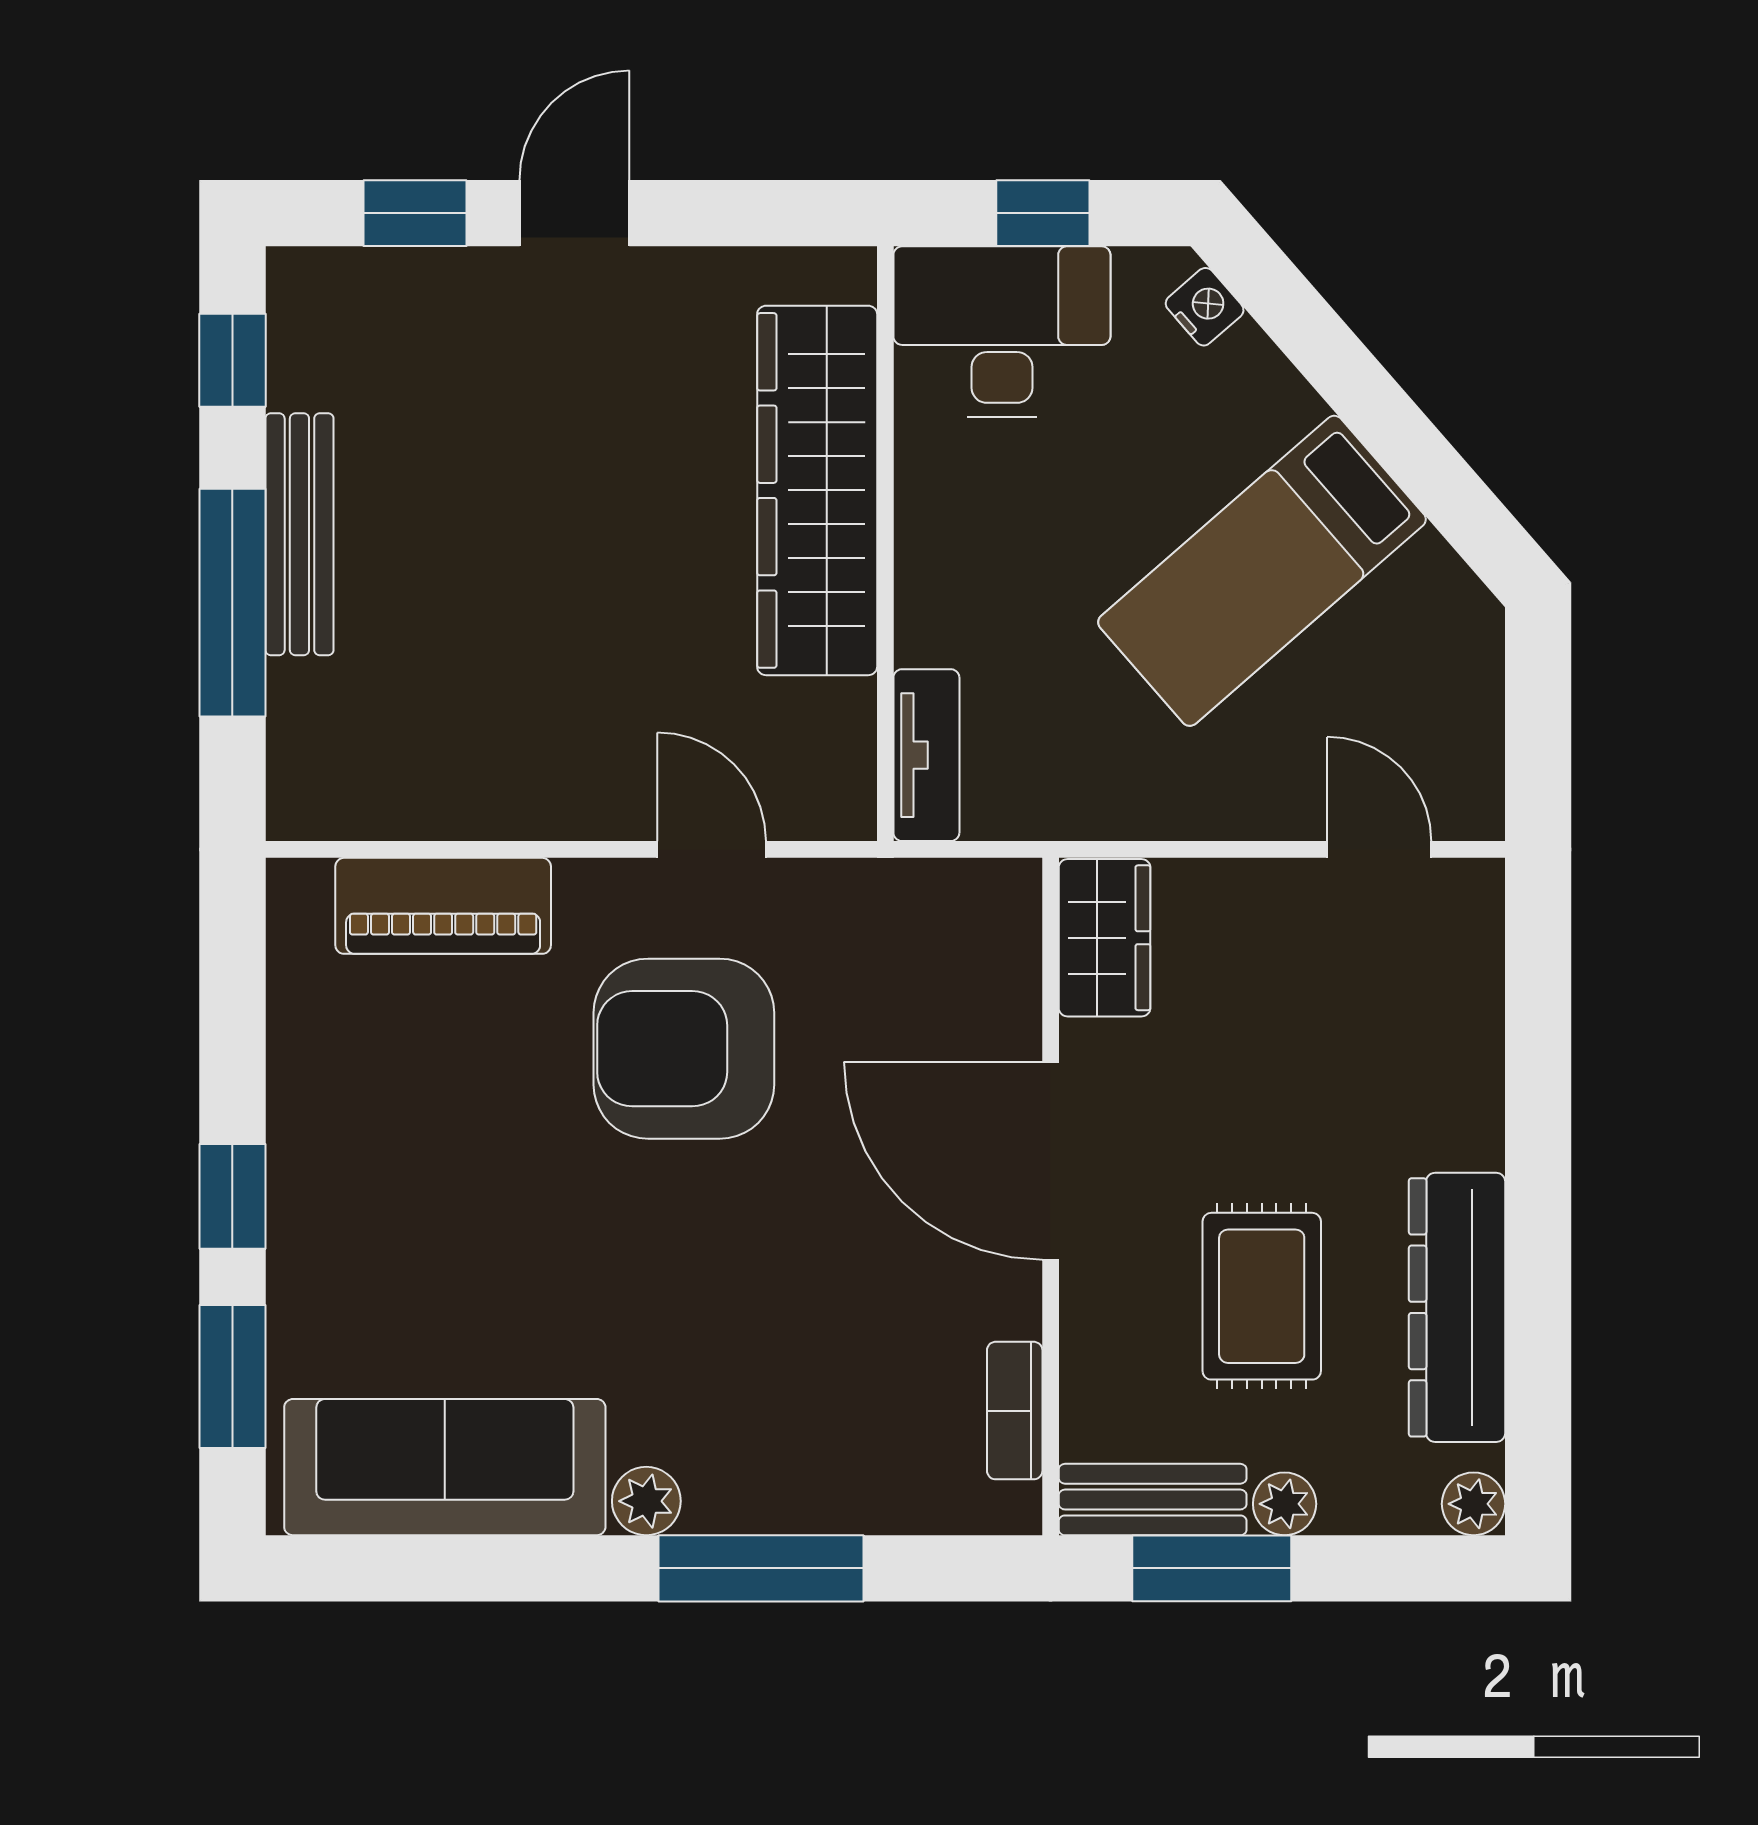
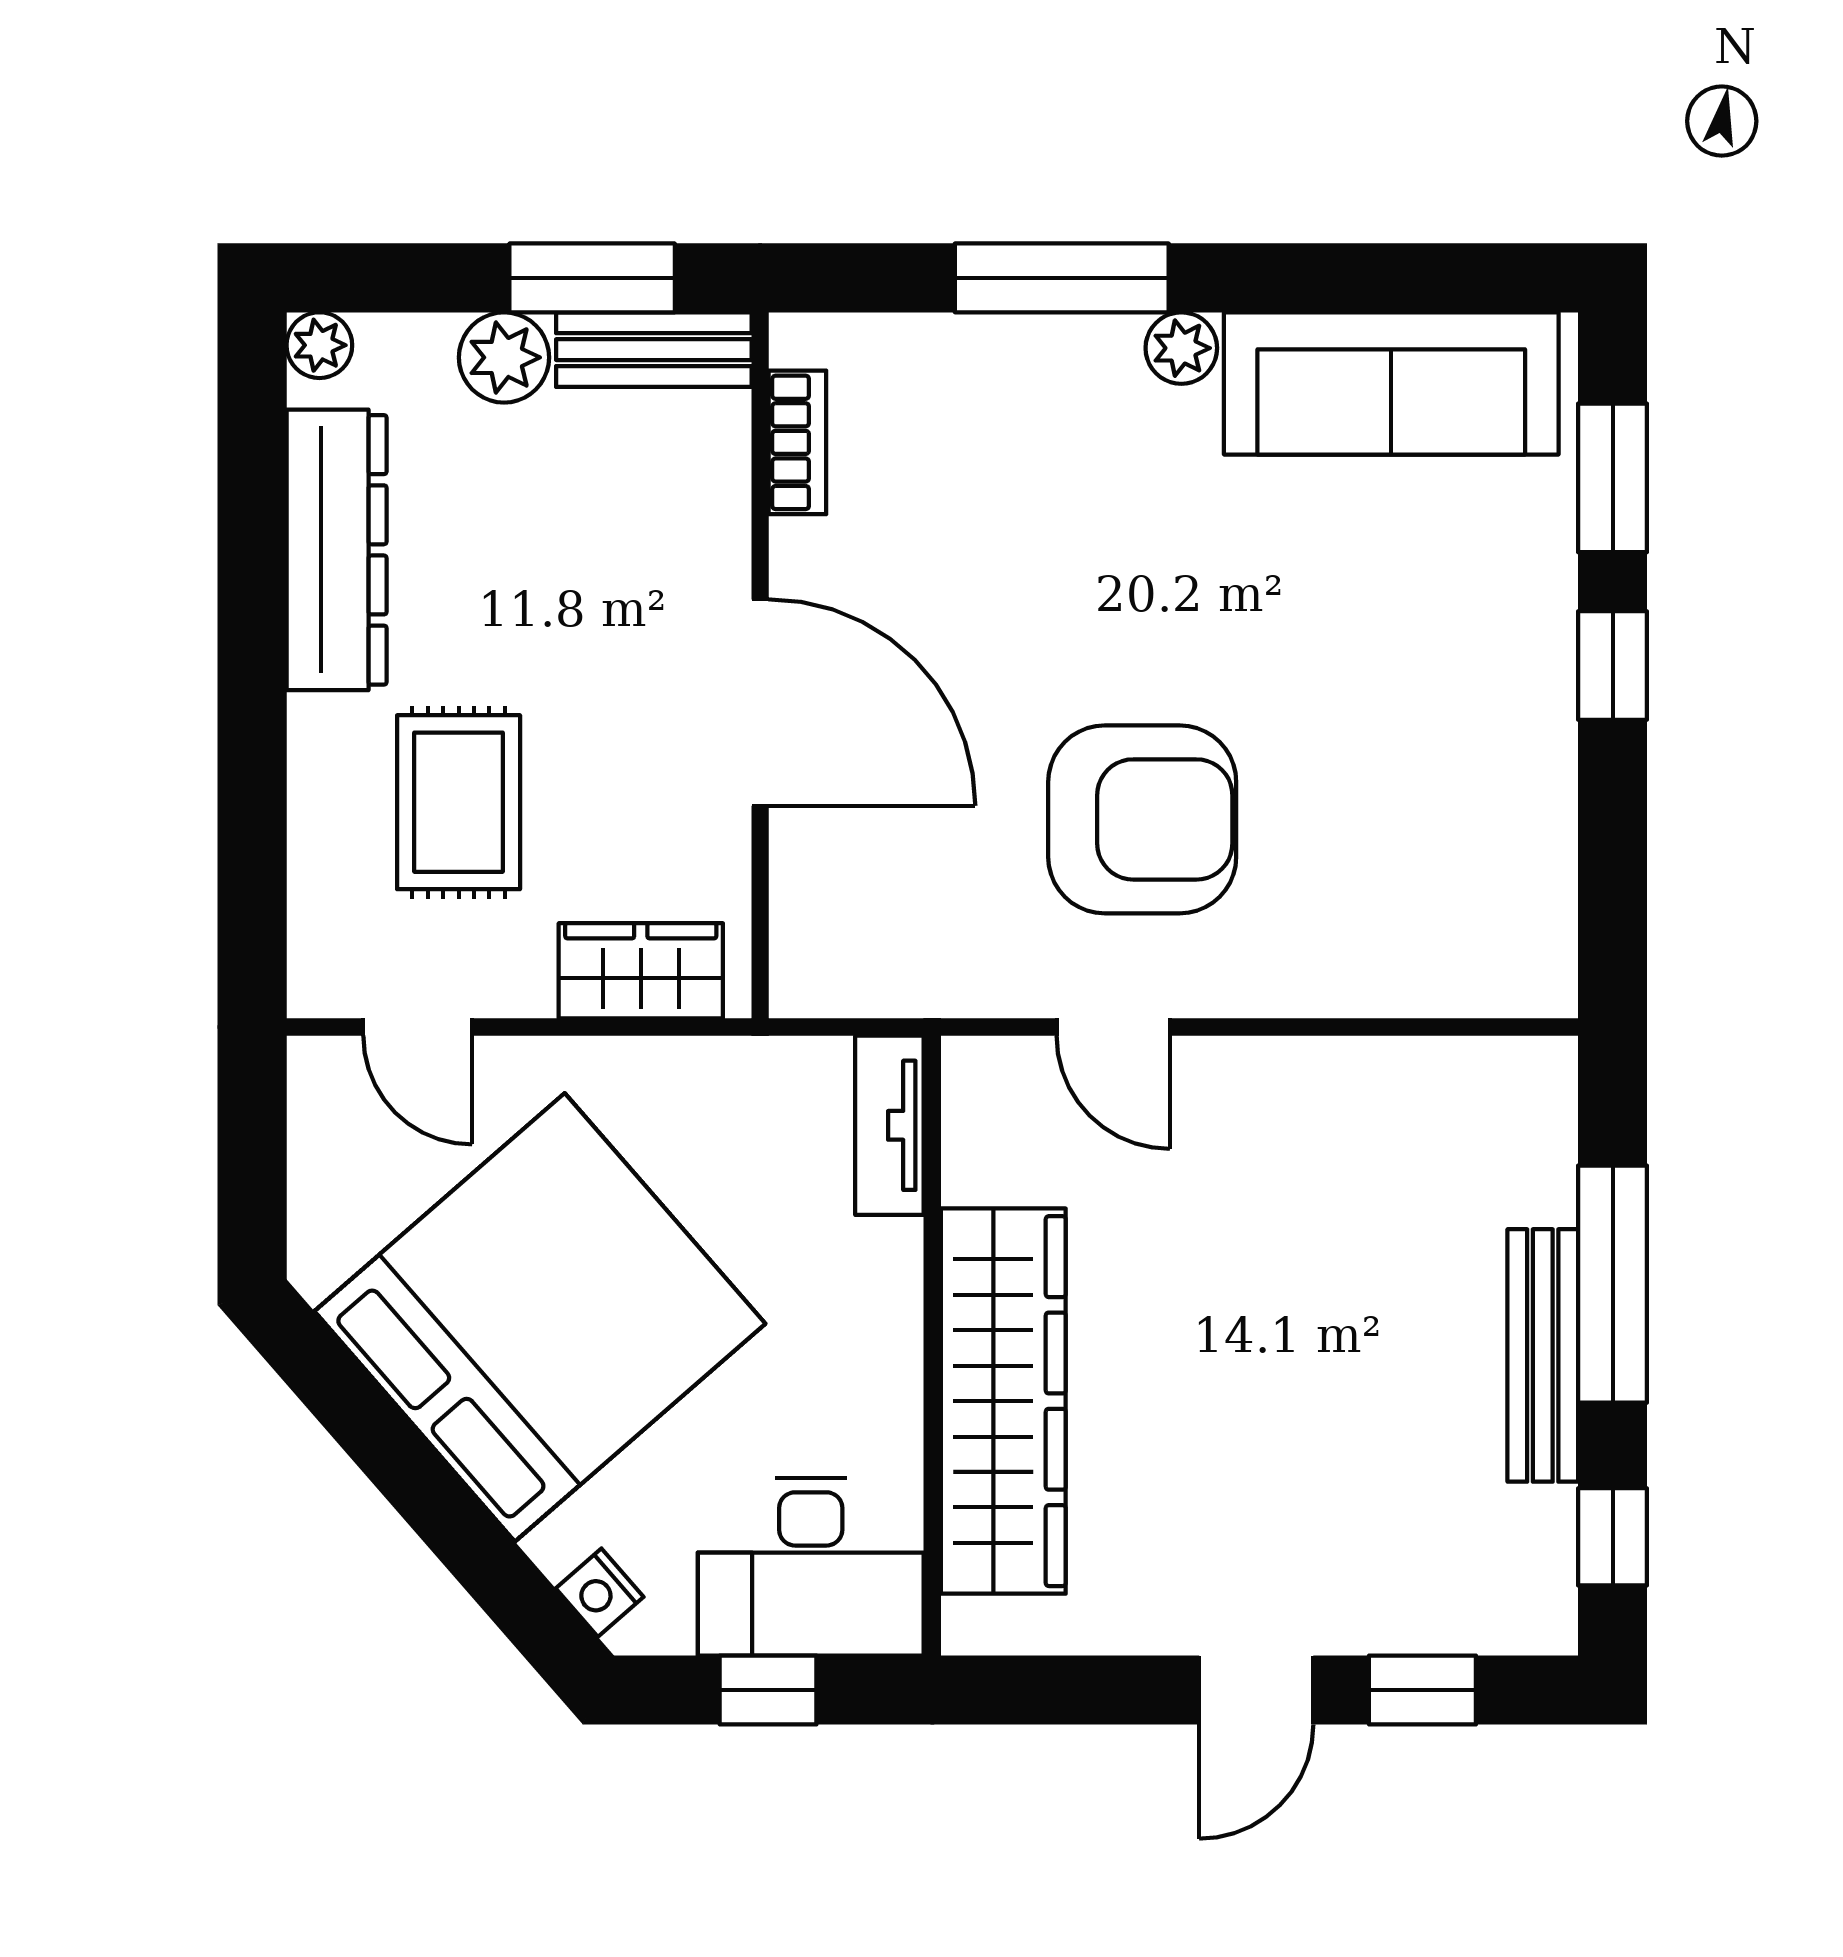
bed: (1262, 571) -> (540, 1317), width x2.04
piano: (443, 906) -> (1393, 968), removed
wardrobe: (1105, 938) -> (641, 971), moved, turned 90
rug: (1262, 1296) -> (459, 802), moved
plant: (1285, 1504) -> (504, 357), width x1.38, depth x1.38

